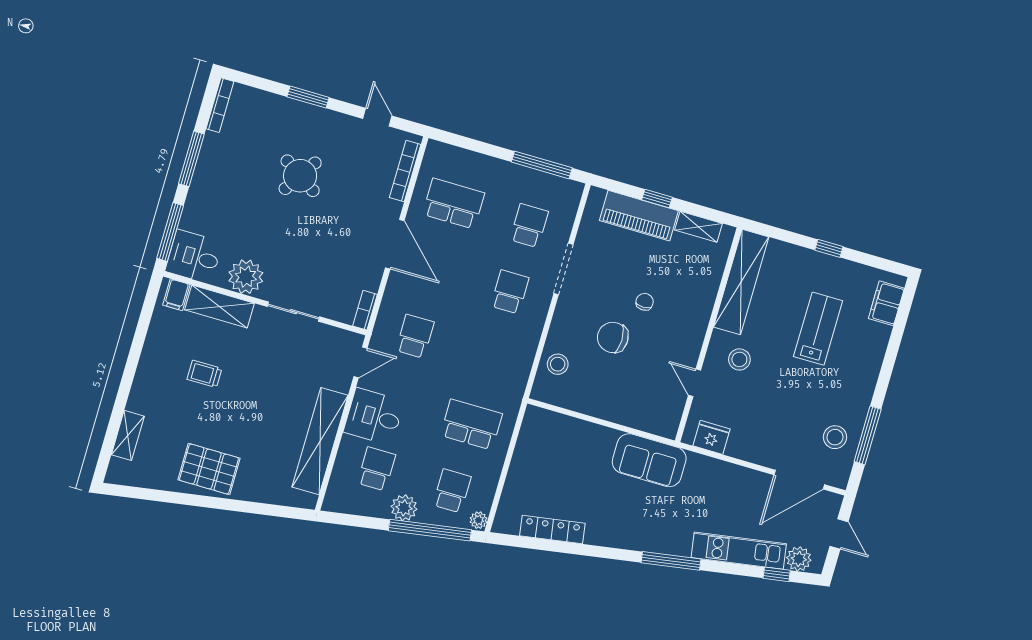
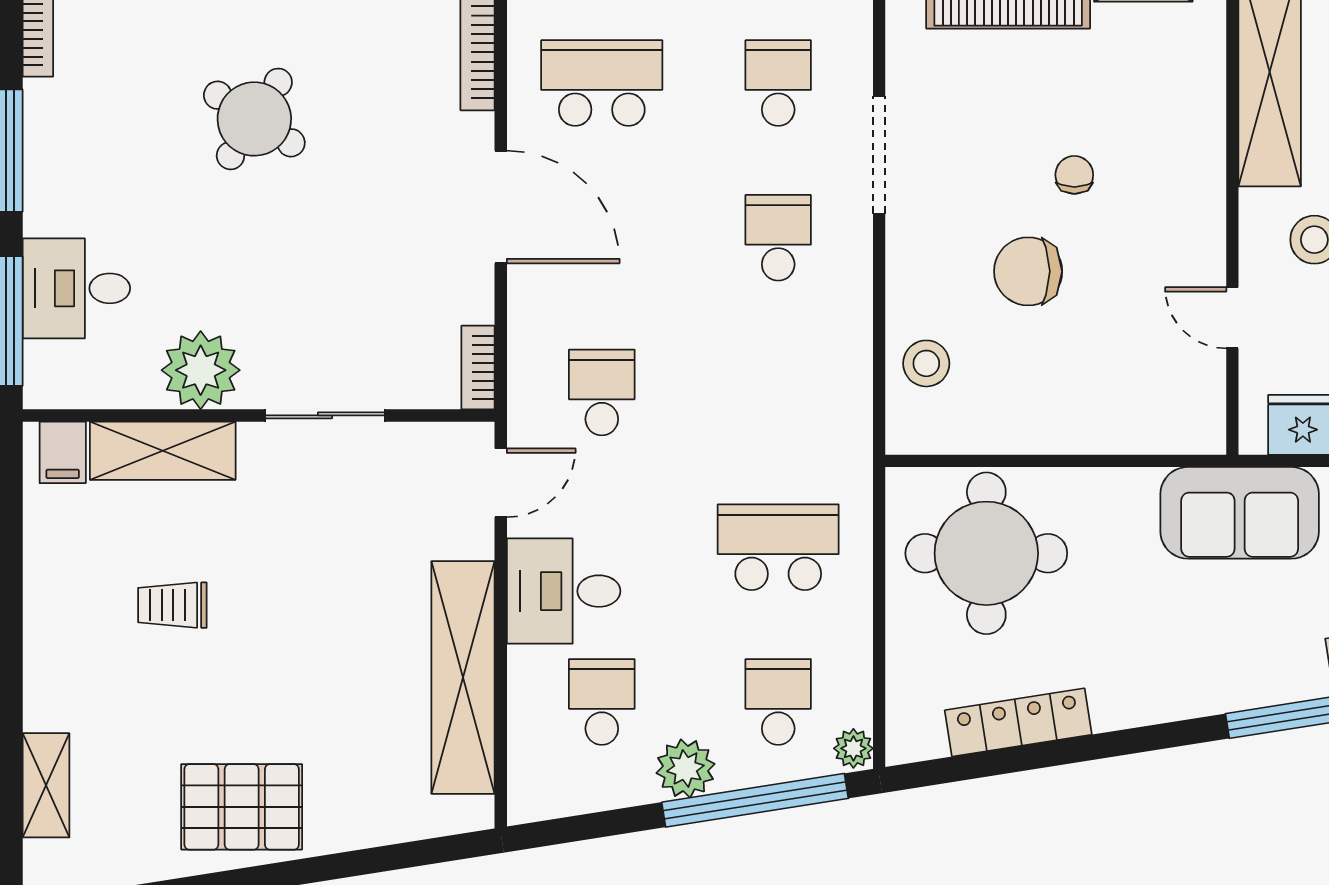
desk: (194, 257) -> (76, 288), moved
round table: (560, 453) -> (986, 553), added
sofa: (649, 460) -> (1240, 513), moved

